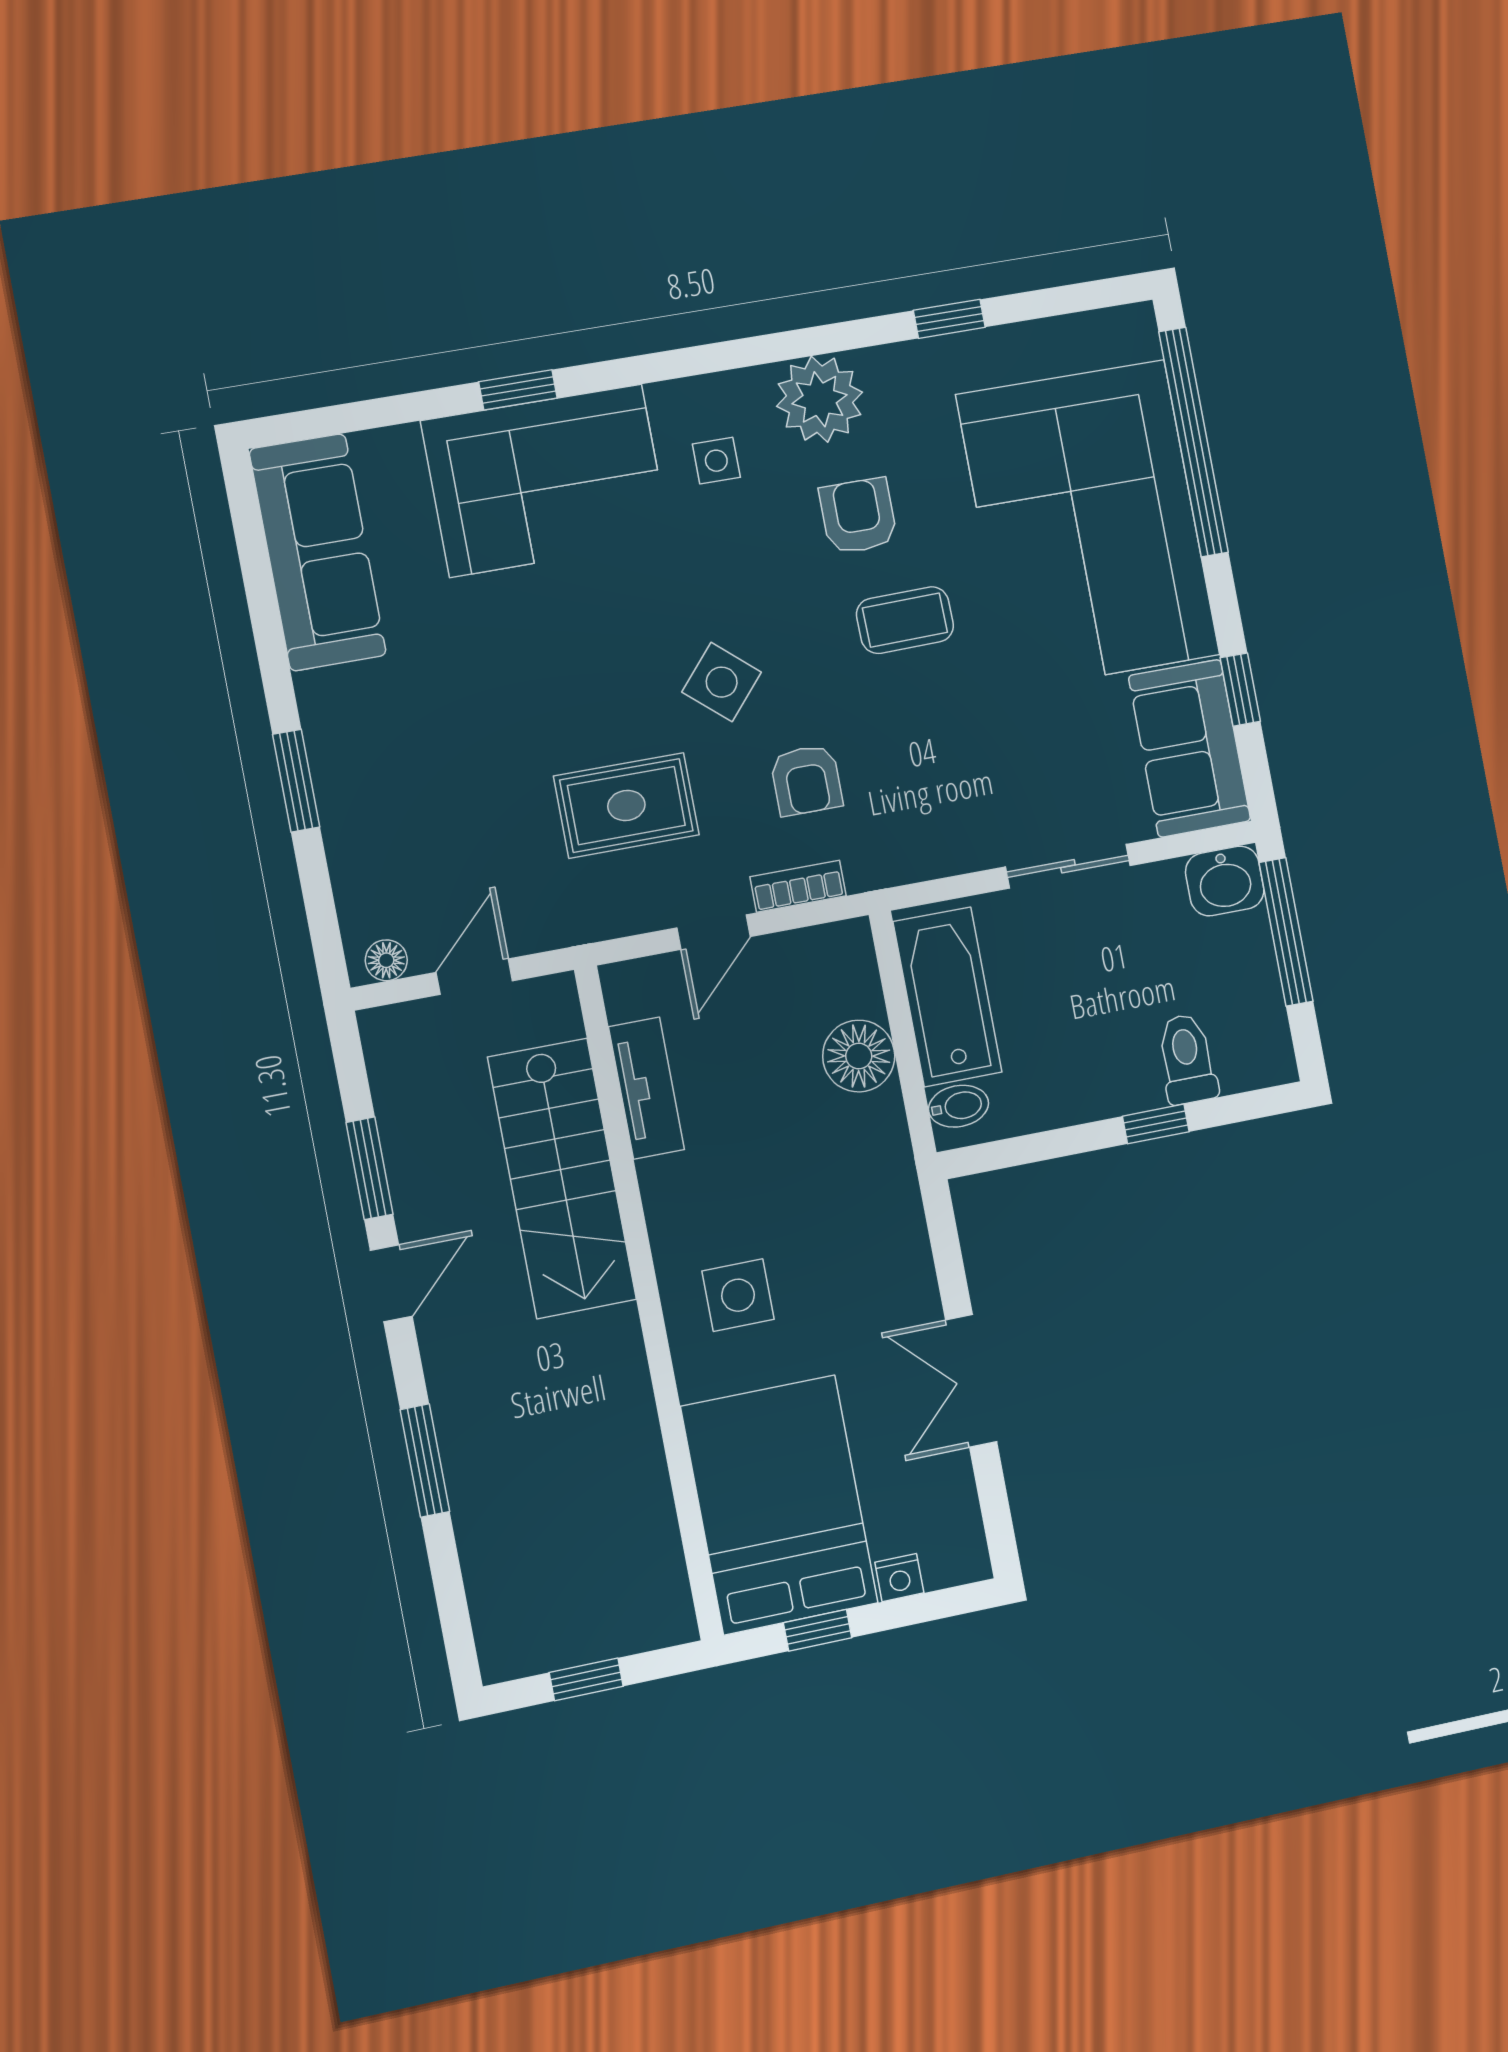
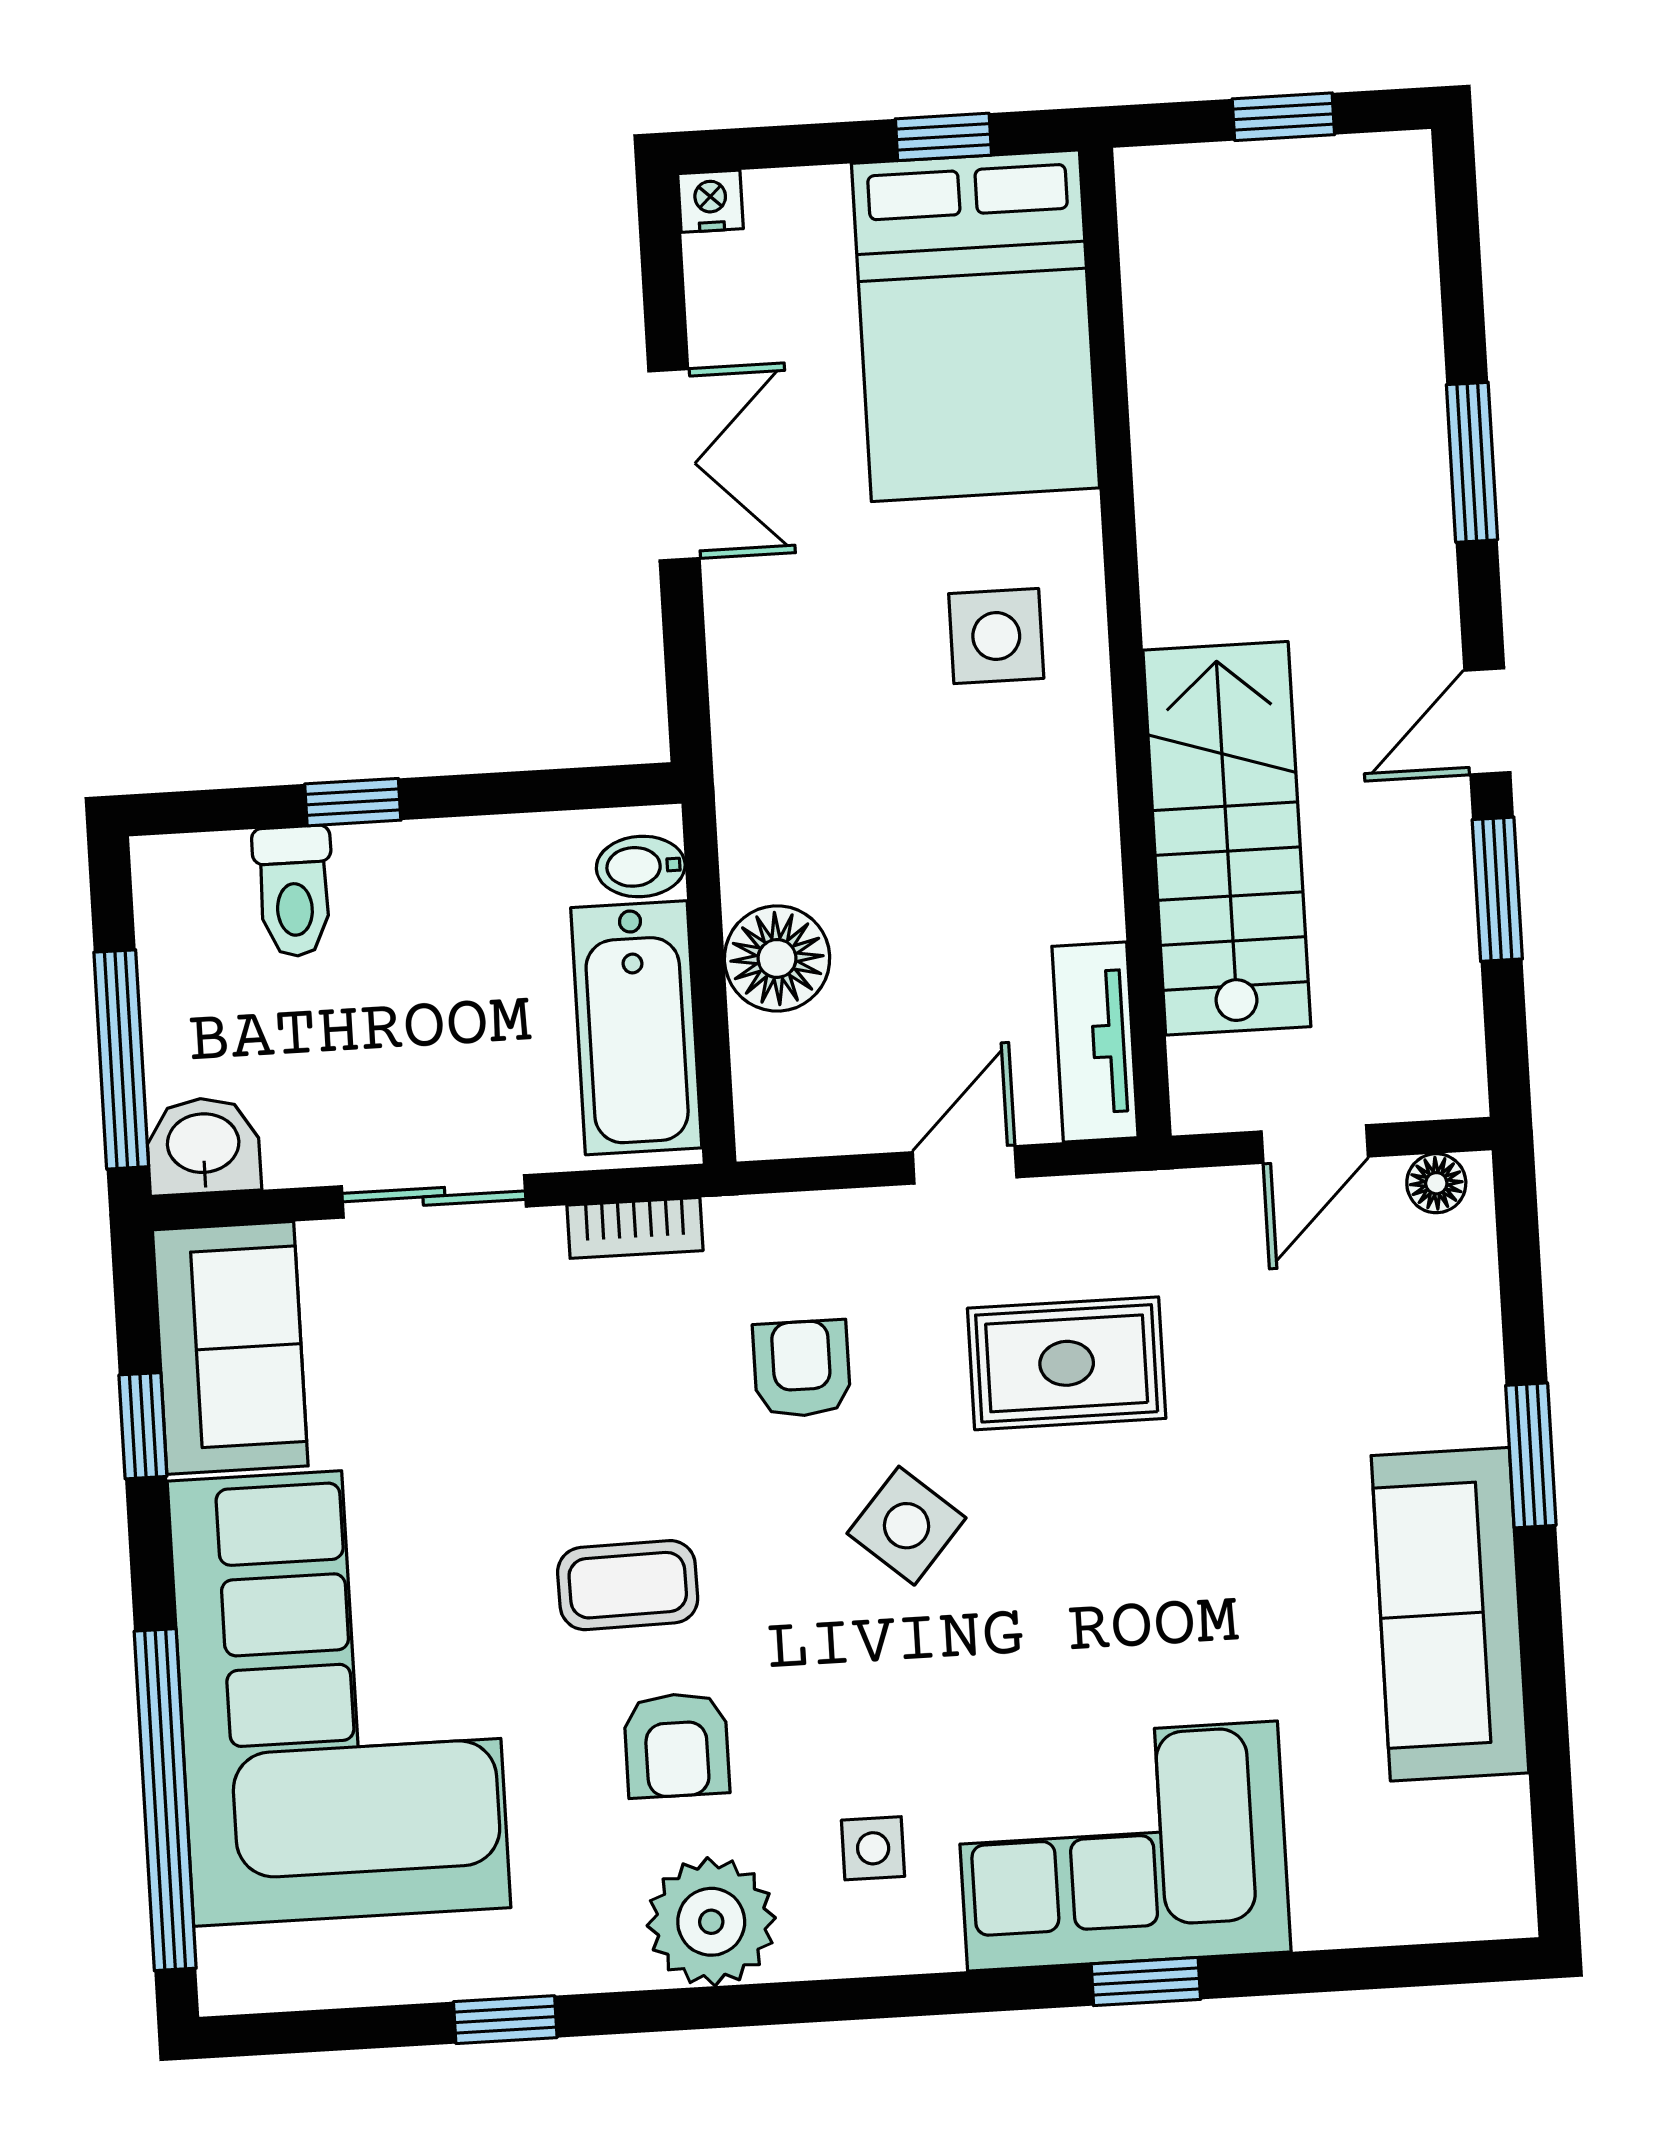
sofa: (318, 552) -> (1450, 1614), moved
bookcase: (798, 886) -> (635, 1228), moved
tv unit: (646, 1088) -> (1095, 1042), moved
nightstand: (899, 1578) -> (710, 201), moved

